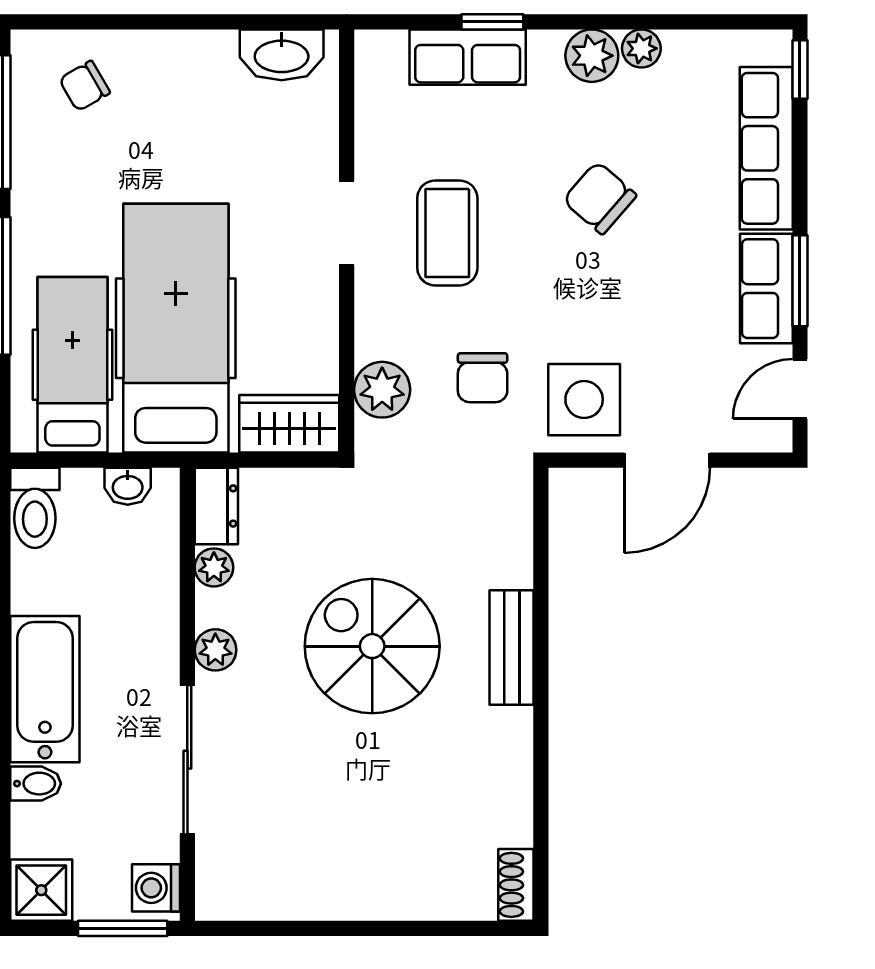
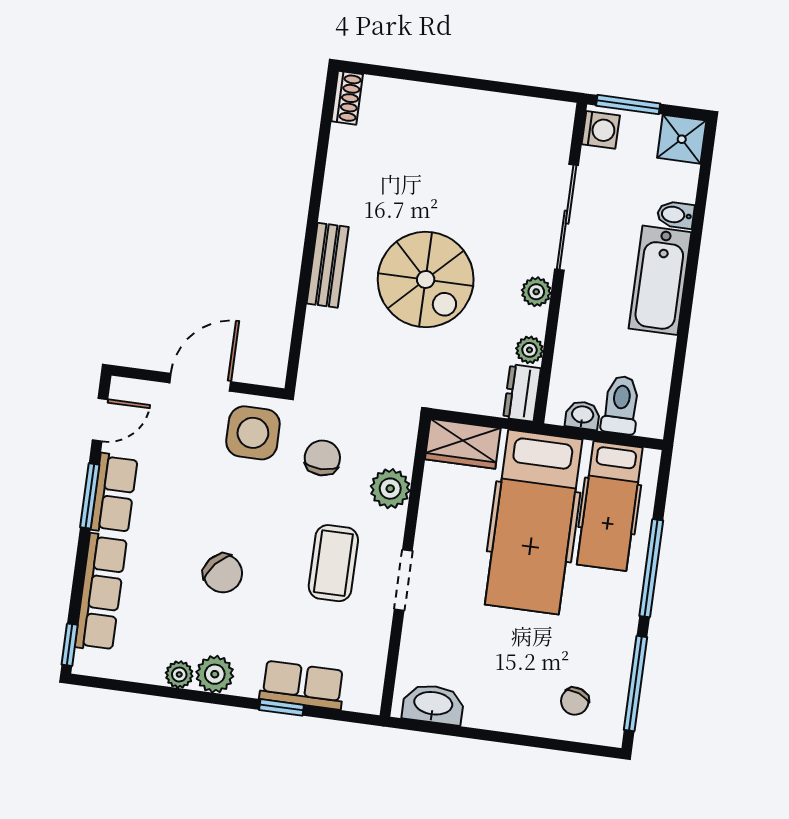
chair: (85, 86) -> (575, 701), turned 140
plant: (382, 390) -> (390, 489), moved
toilet: (35, 508) -> (621, 405), moved

